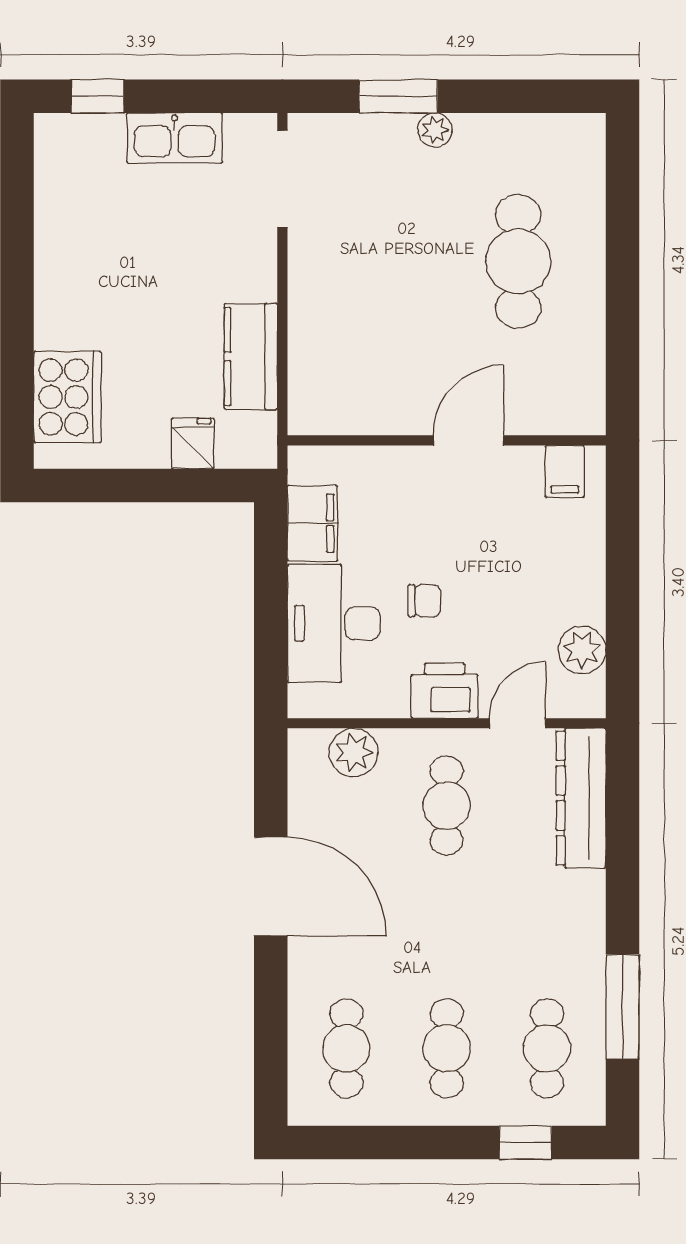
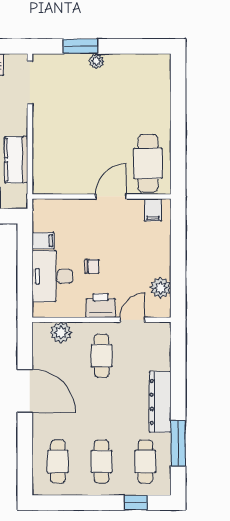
cafe table: (518, 261) -> (148, 163), moved
filing cabinet: (313, 523) -> (43, 241), width x0.50
dresser: (581, 798) -> (160, 402), moved

